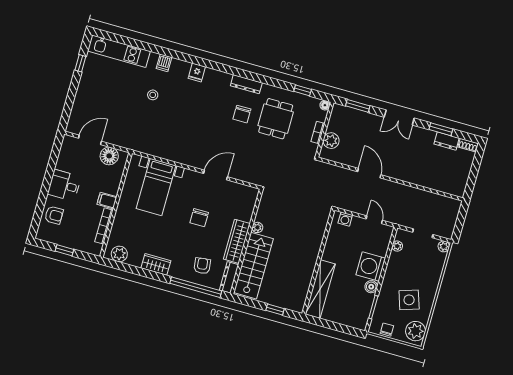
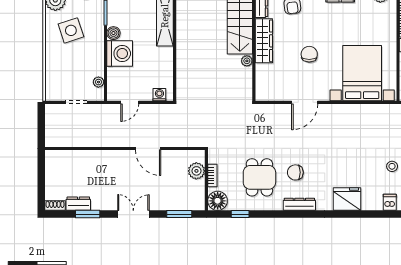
fridge: (197, 73) -> (347, 199), width x1.88, depth x1.34
floor lamp: (325, 105) -> (218, 201), width x1.89, depth x1.89
chair: (242, 114) -> (295, 172), turned -90
bed with nightstands: (156, 187) -> (362, 73), width x1.36
door: (374, 220) -> (130, 102), hinge flipped
plant: (444, 246) -> (51, 95), removed

